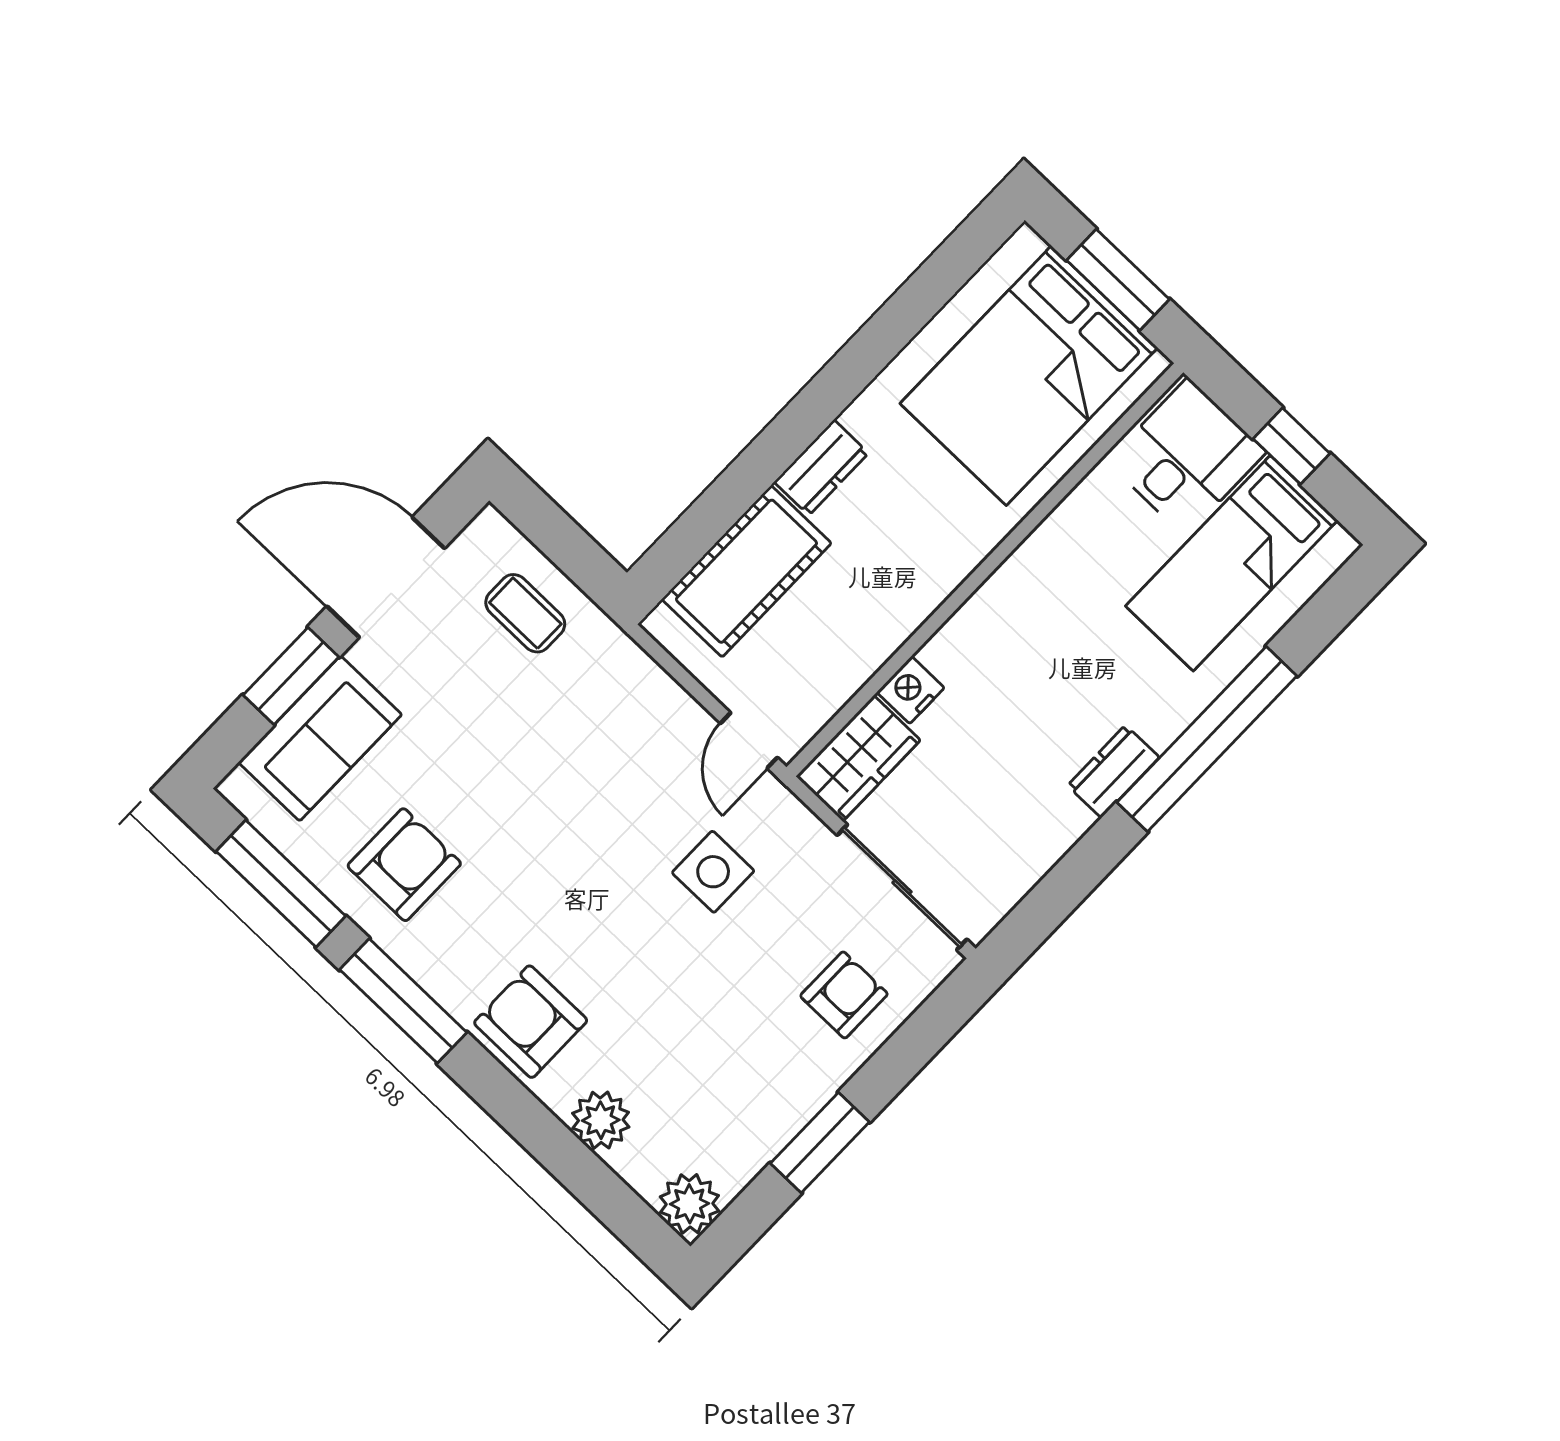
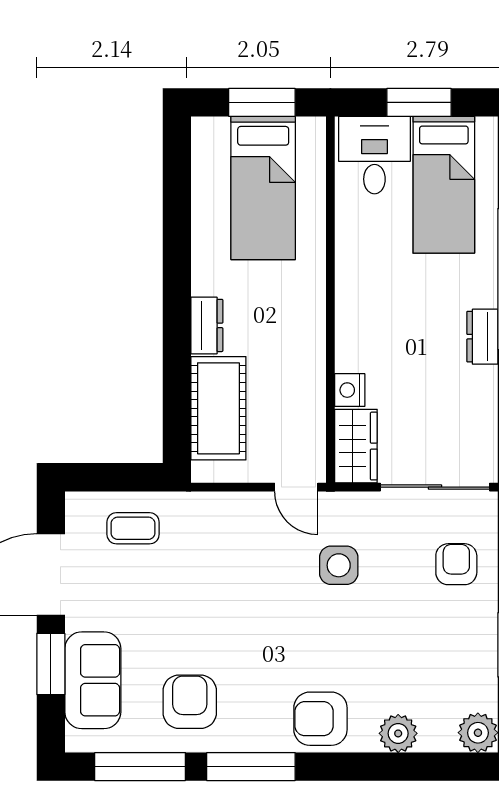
bed: (1029, 375) -> (263, 188), width x0.67
window: (1291, 446) -> (419, 102), width x1.50

